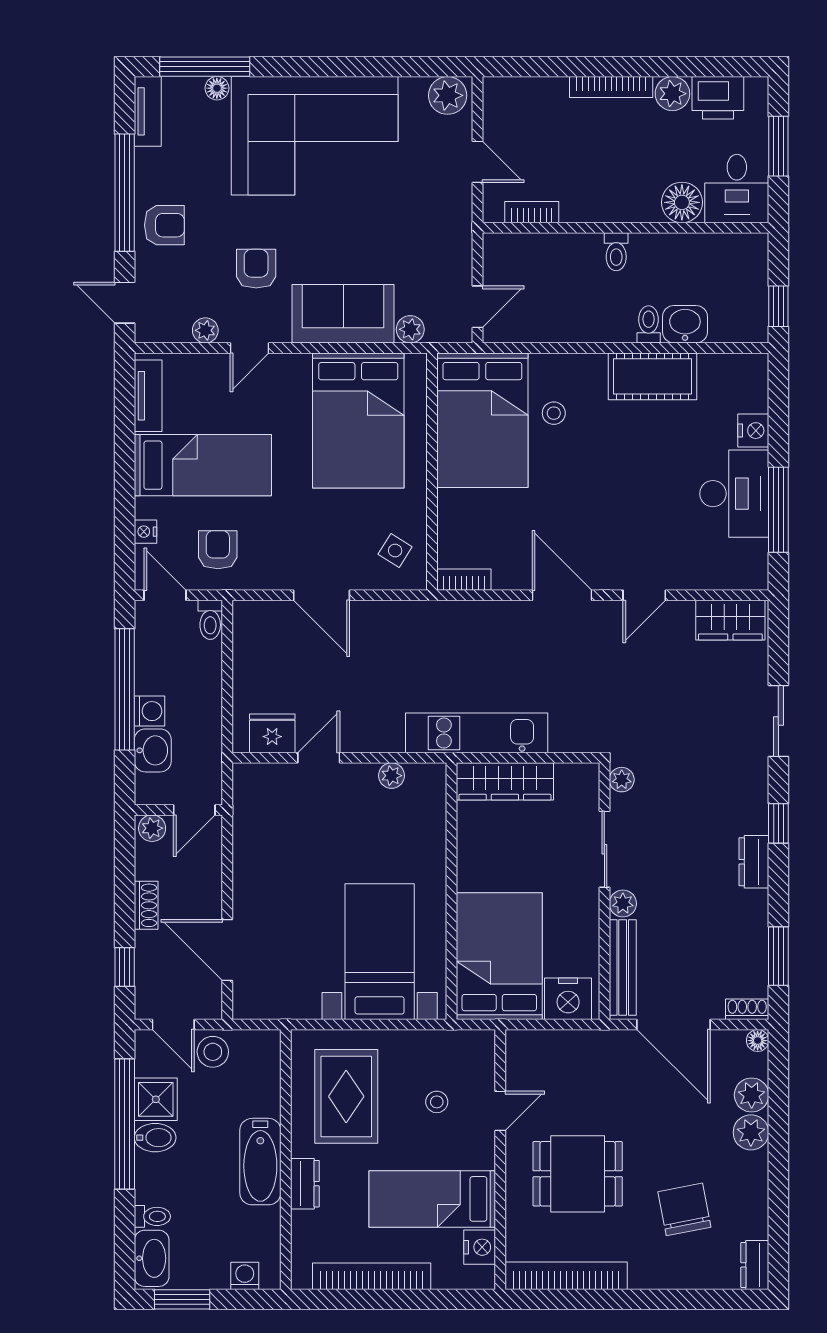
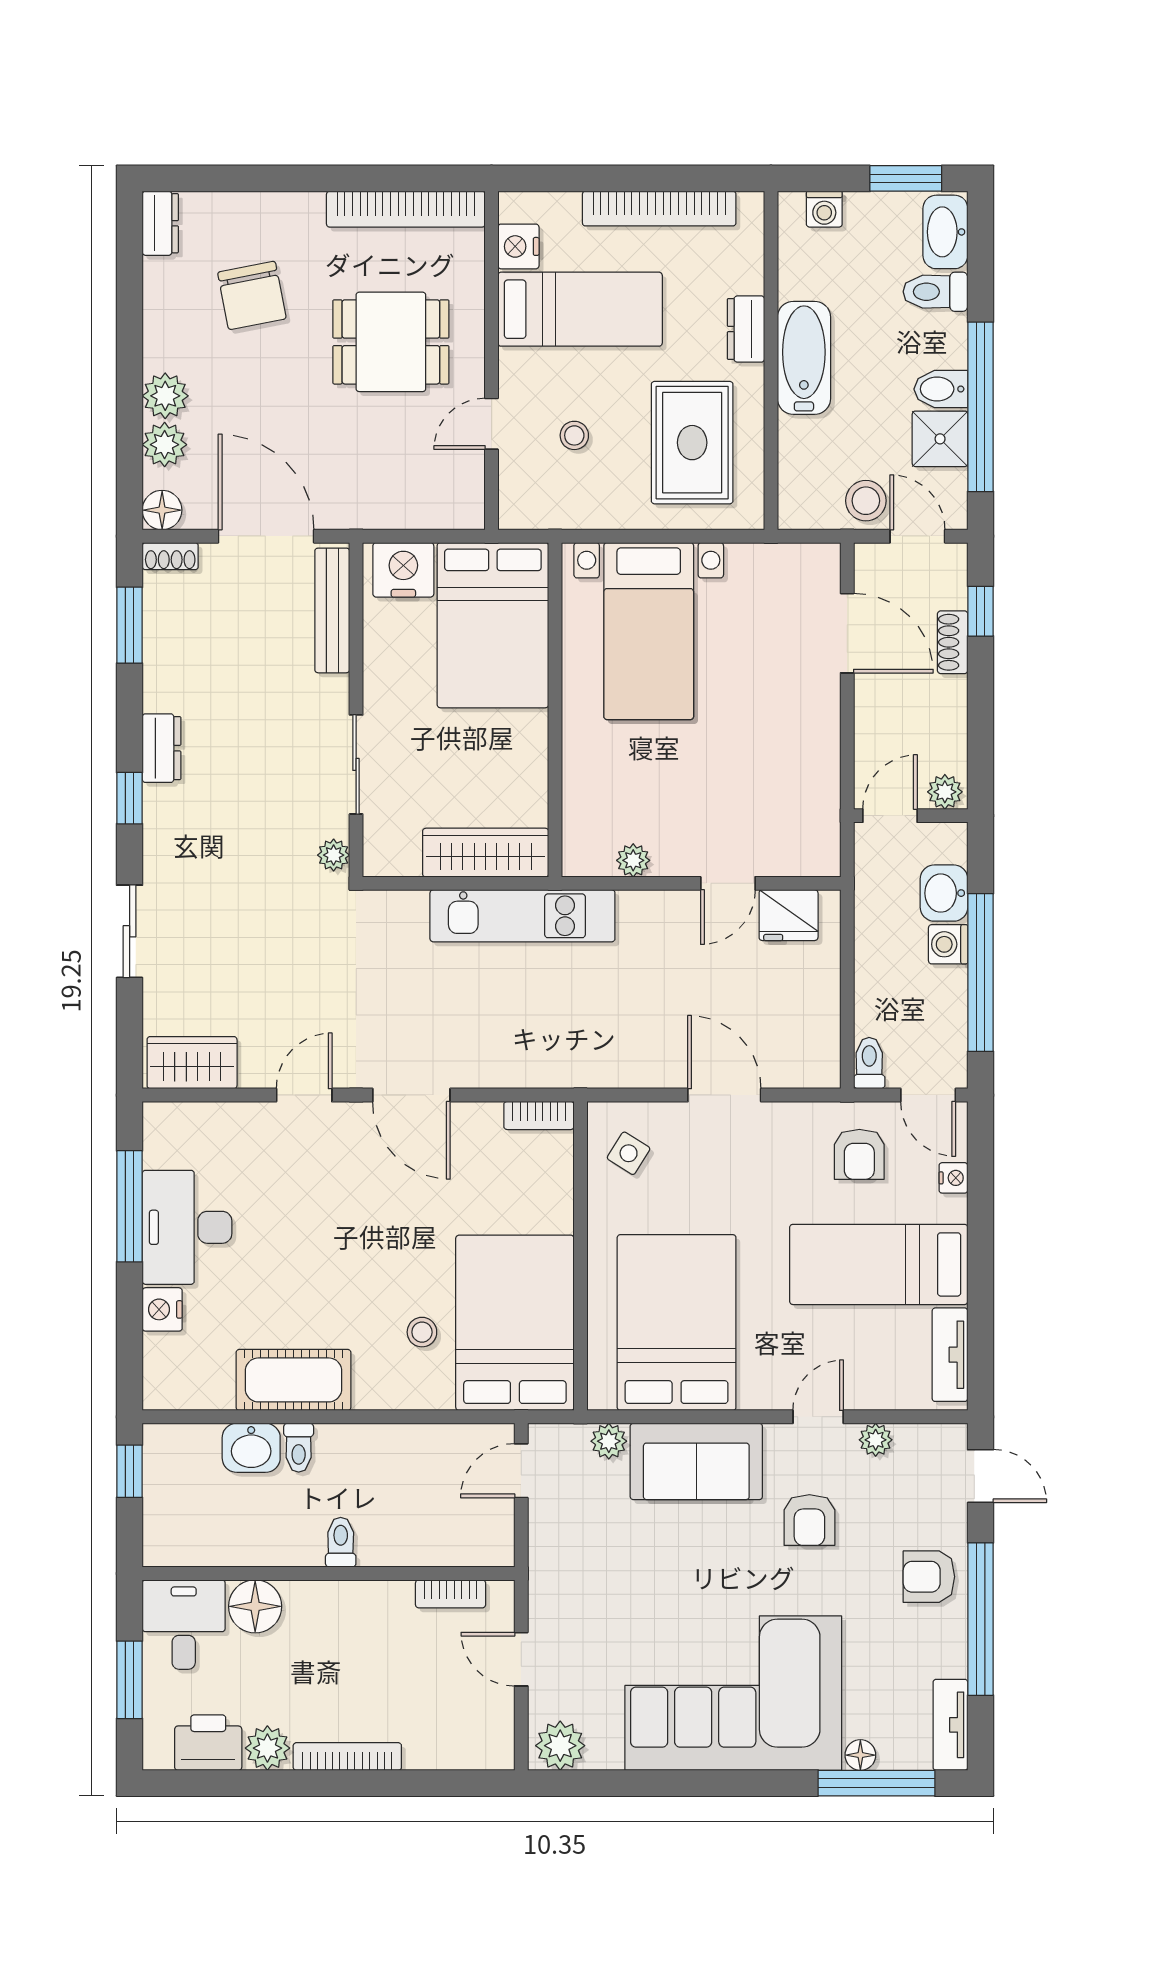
plant: (623, 903) -> (332, 694), removed
shoe rack: (146, 905) -> (953, 642), moved
floor lamp: (758, 1041) -> (162, 510), width x1.37, depth x1.37
toilet: (152, 1216) -> (935, 292), width x1.37, depth x1.39

